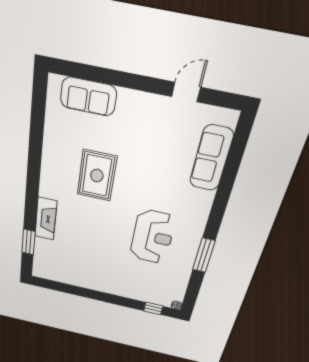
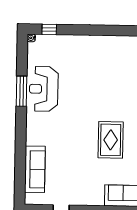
reception desk: (152, 237) -> (44, 89), moved

